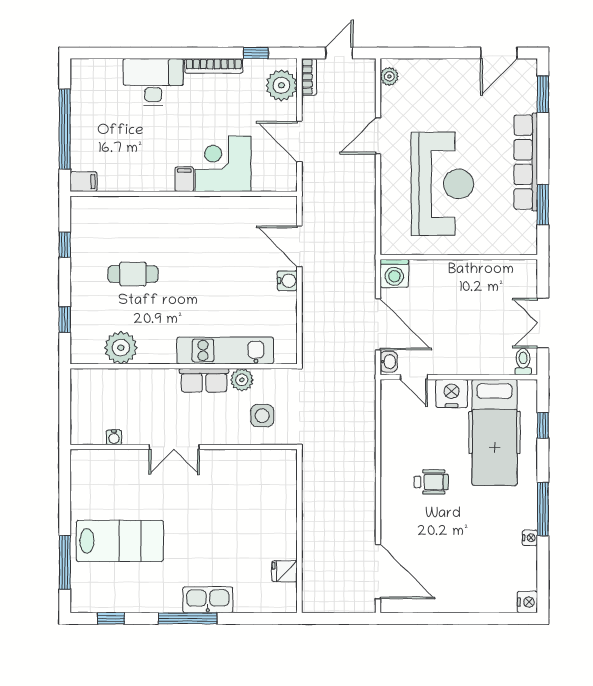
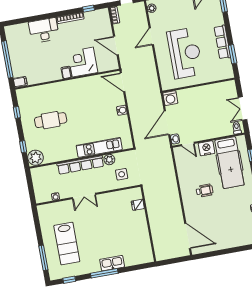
plant: (281, 85) -> (103, 21), removed
row of seats: (526, 162) -> (222, 42), width x0.73
door: (299, 246) -> (123, 82), moved
cafe table: (133, 274) -> (51, 120), width x1.37, depth x1.35
door: (378, 324) -> (167, 123), swing flipped
plant: (121, 348) -> (36, 158), moved
row of seats: (204, 380) -> (81, 165), width x2.02
lab bench: (120, 541) -> (67, 243), turned 90
fridge: (285, 571) -> (138, 205), moved

